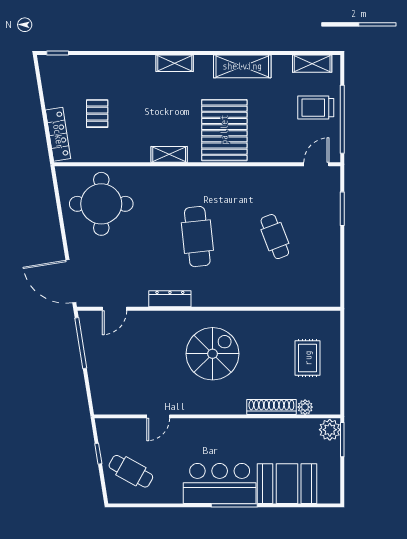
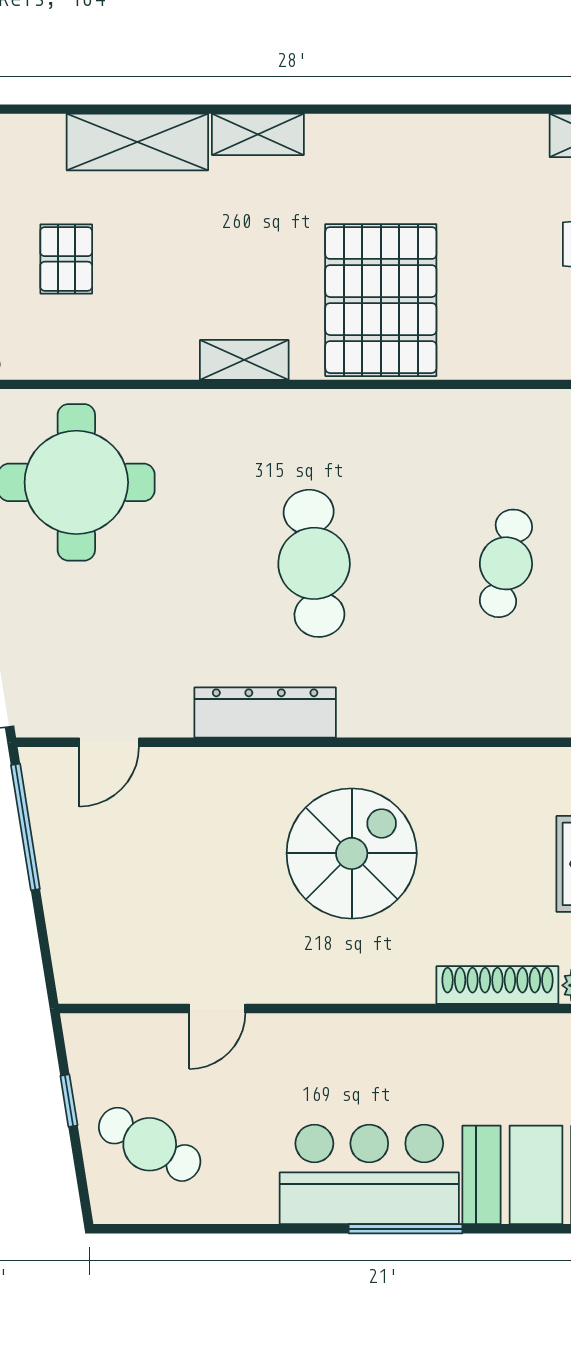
shelving: (242, 66) -> (137, 142), moved
cafe table: (275, 237) -> (506, 563), turned 33
dresser: (170, 299) -> (265, 712), width x1.37, depth x1.24

